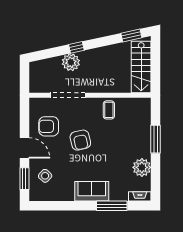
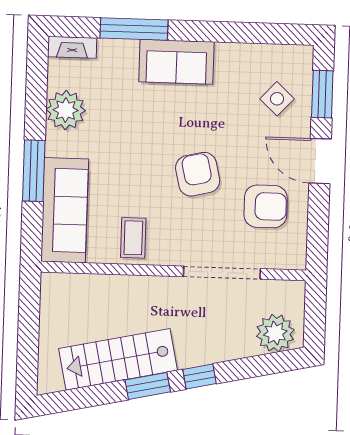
window: (131, 36) -> (148, 386), moved
plant: (71, 62) -> (275, 333), moved
stairs: (141, 67) -> (118, 359), moved, turned -102
sofa: (141, 121) -> (65, 210), added

